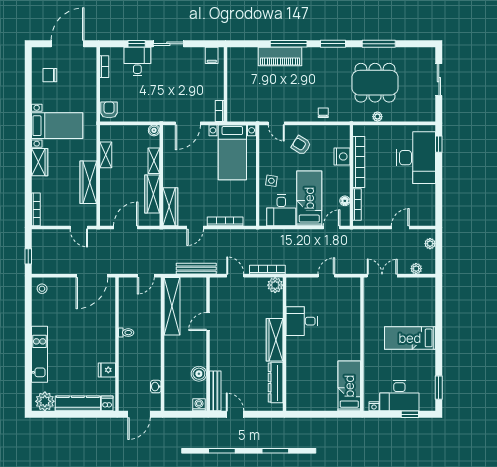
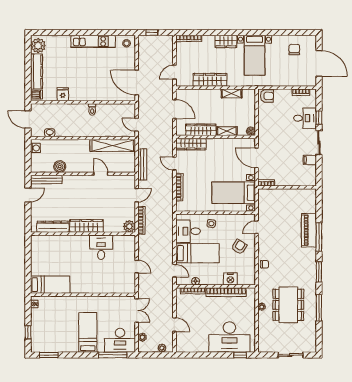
filing cabinet: (212, 55) -> (310, 160), moved
window: (439, 306) -> (113, 355), added
kitchen unit: (40, 354) -> (93, 41), moved
desk: (399, 395) -> (120, 340), moved, turned -90
washing machine: (199, 405) -> (35, 148), moved

